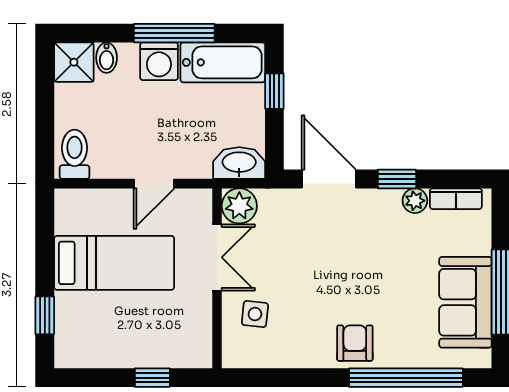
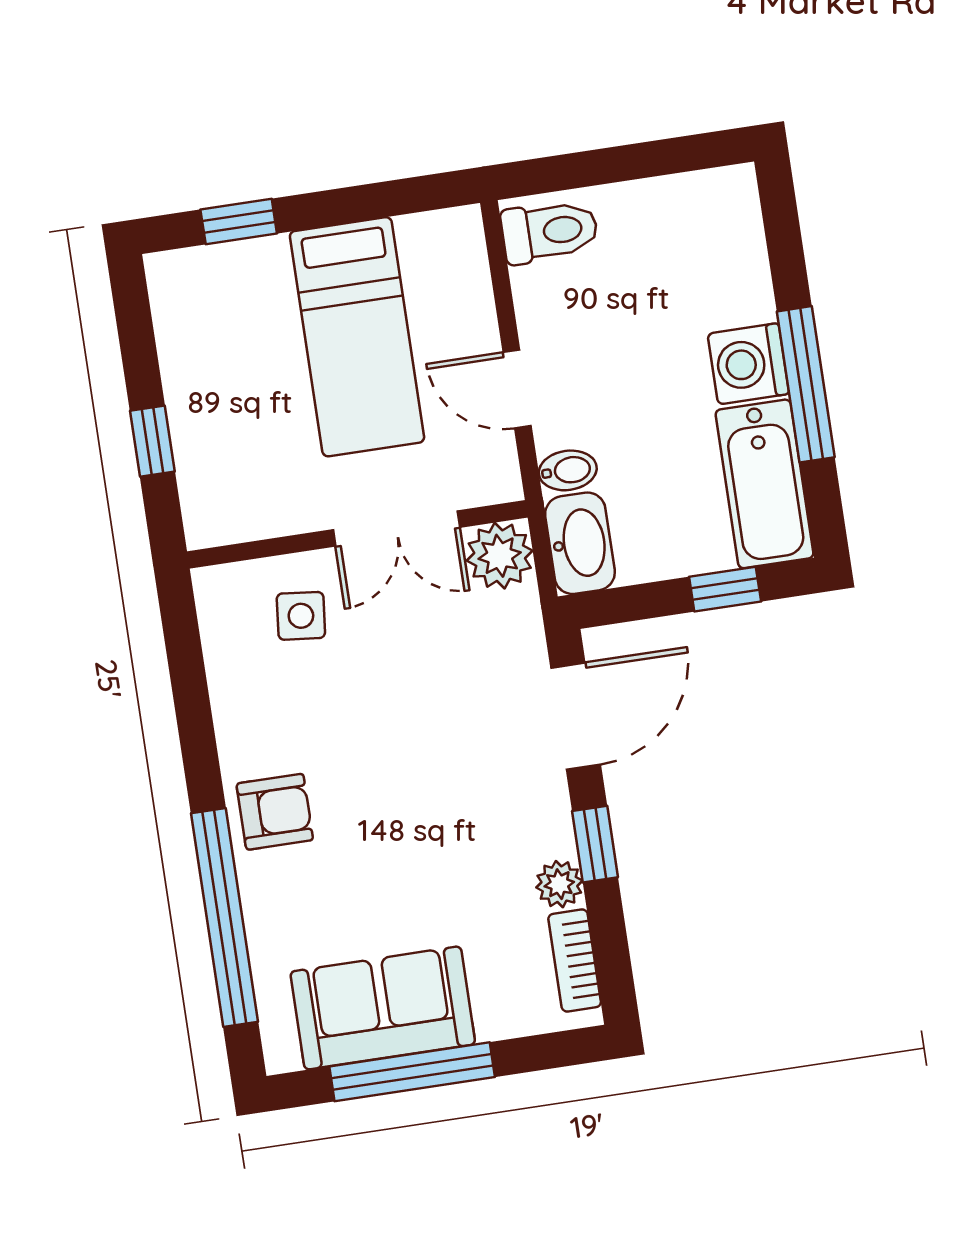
bidet: (107, 58) -> (568, 470), moved, turned 180
shower: (74, 62) -> (723, 204), removed

